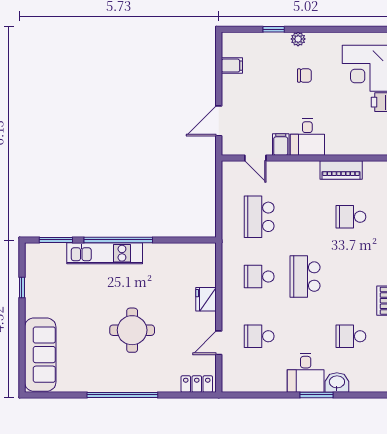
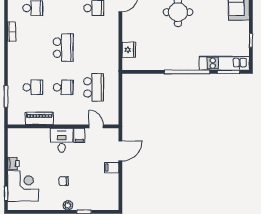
filing cabinet: (232, 66) -> (112, 168), moved
kitchen unit: (105, 253) -> (224, 63), moved
school desk: (259, 277) -> (63, 87), moved
fridge: (206, 299) -> (129, 50), moved

